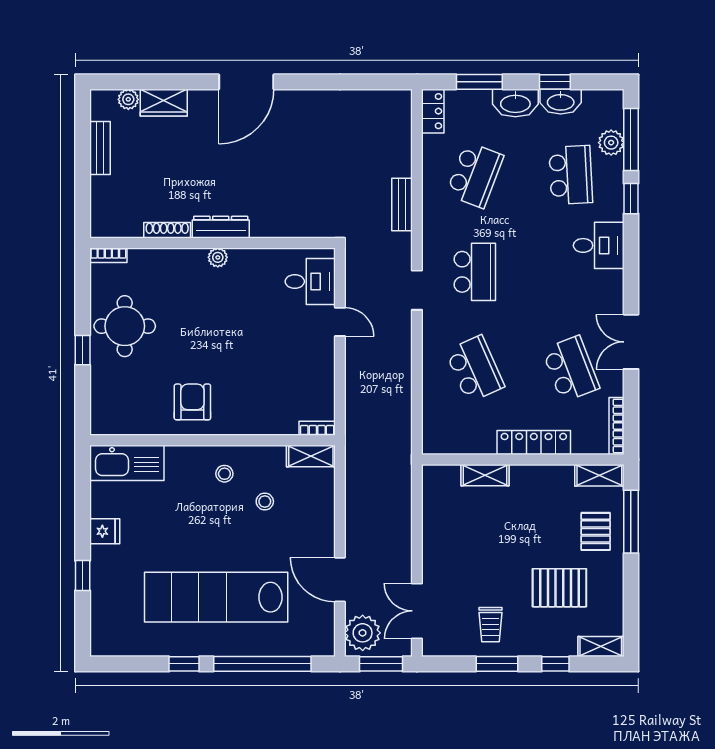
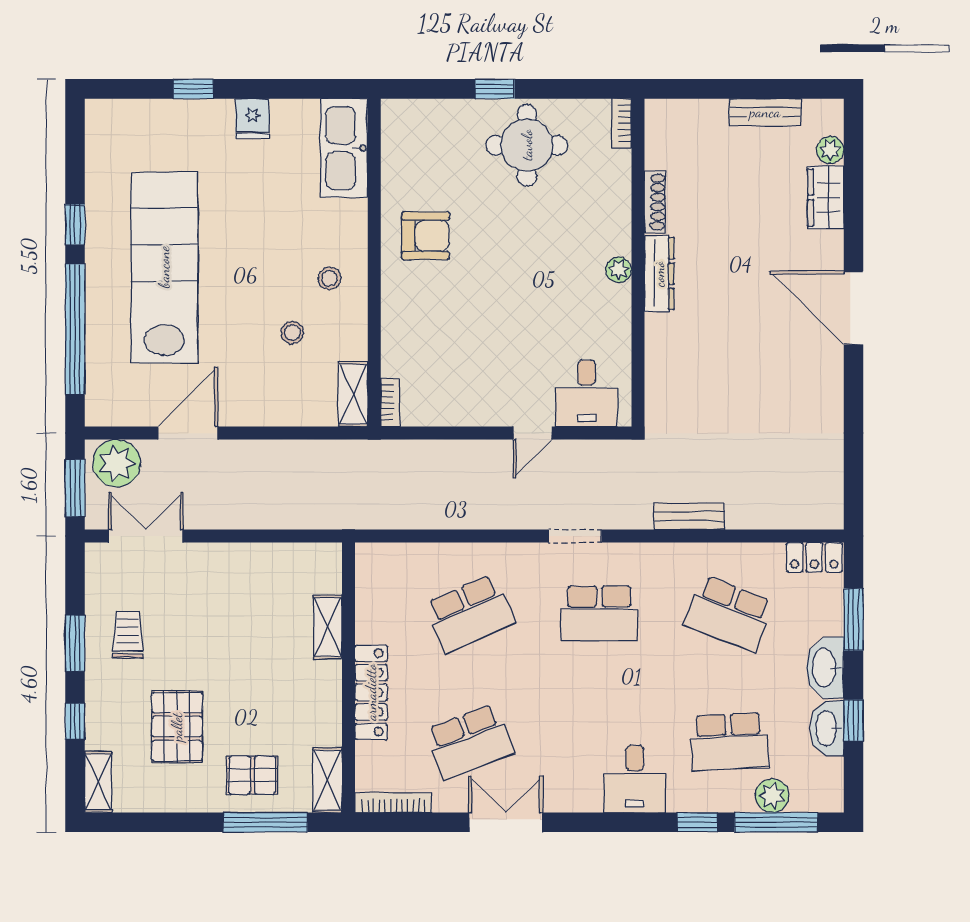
trolley: (491, 625) -> (128, 635), turned 90

